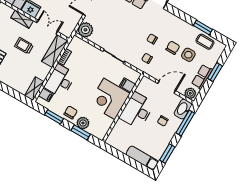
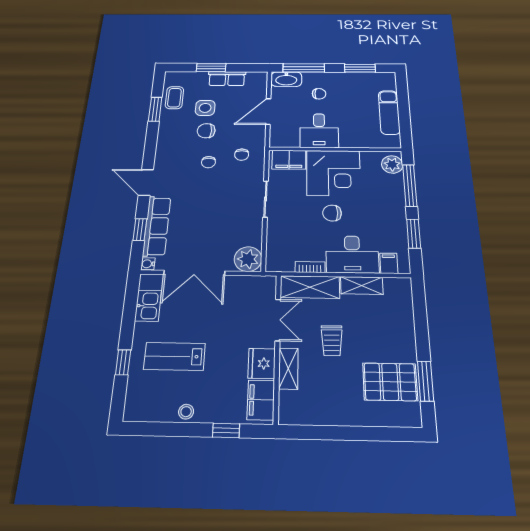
double door: (47, 27) -> (278, 320), swing flipped
filing cabinet: (128, 85) -> (289, 160), width x2.00
door: (167, 87) -> (268, 112), hinge flipped
shelving: (34, 89) -> (362, 286), moved
plant: (190, 93) -> (259, 81), removed
desk: (137, 110) -> (319, 131), width x0.73
chair: (71, 112) -> (332, 213), moved
plant: (83, 123) -> (392, 164), moved
window: (81, 132) -> (410, 185), width x1.44
exam couch: (142, 158) -> (389, 112), moved

